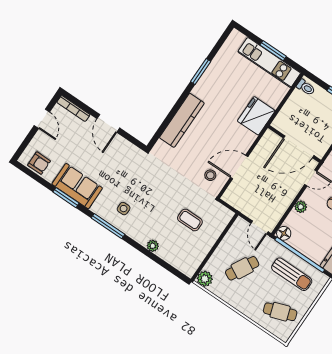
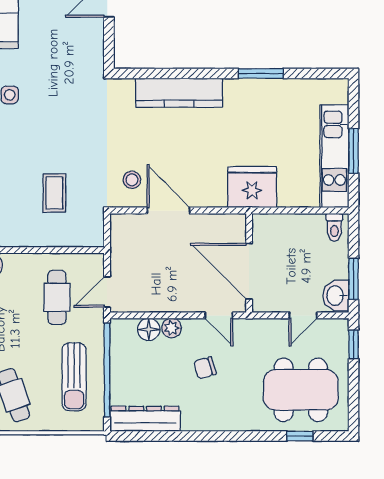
floor lamp: (284, 233) -> (149, 329), moved
cafe table: (242, 268) -> (57, 297), moved, turned 62

